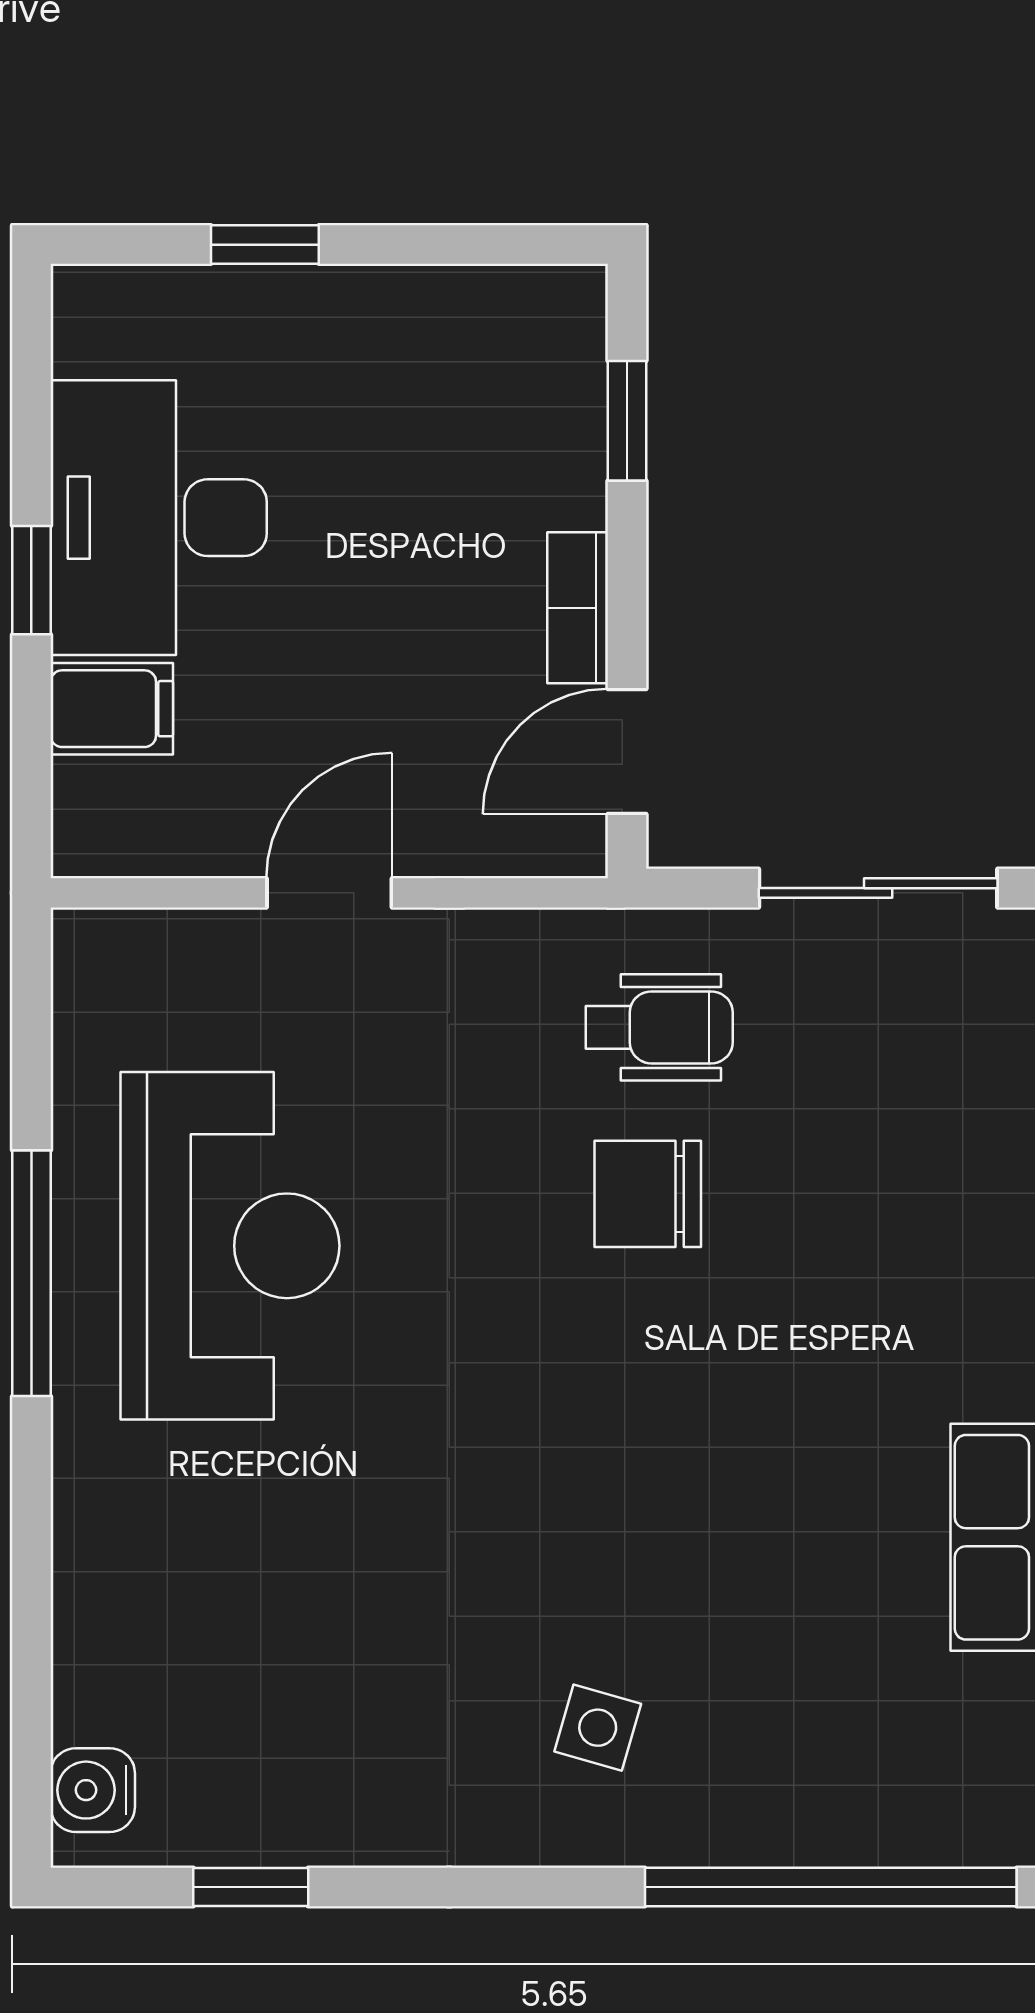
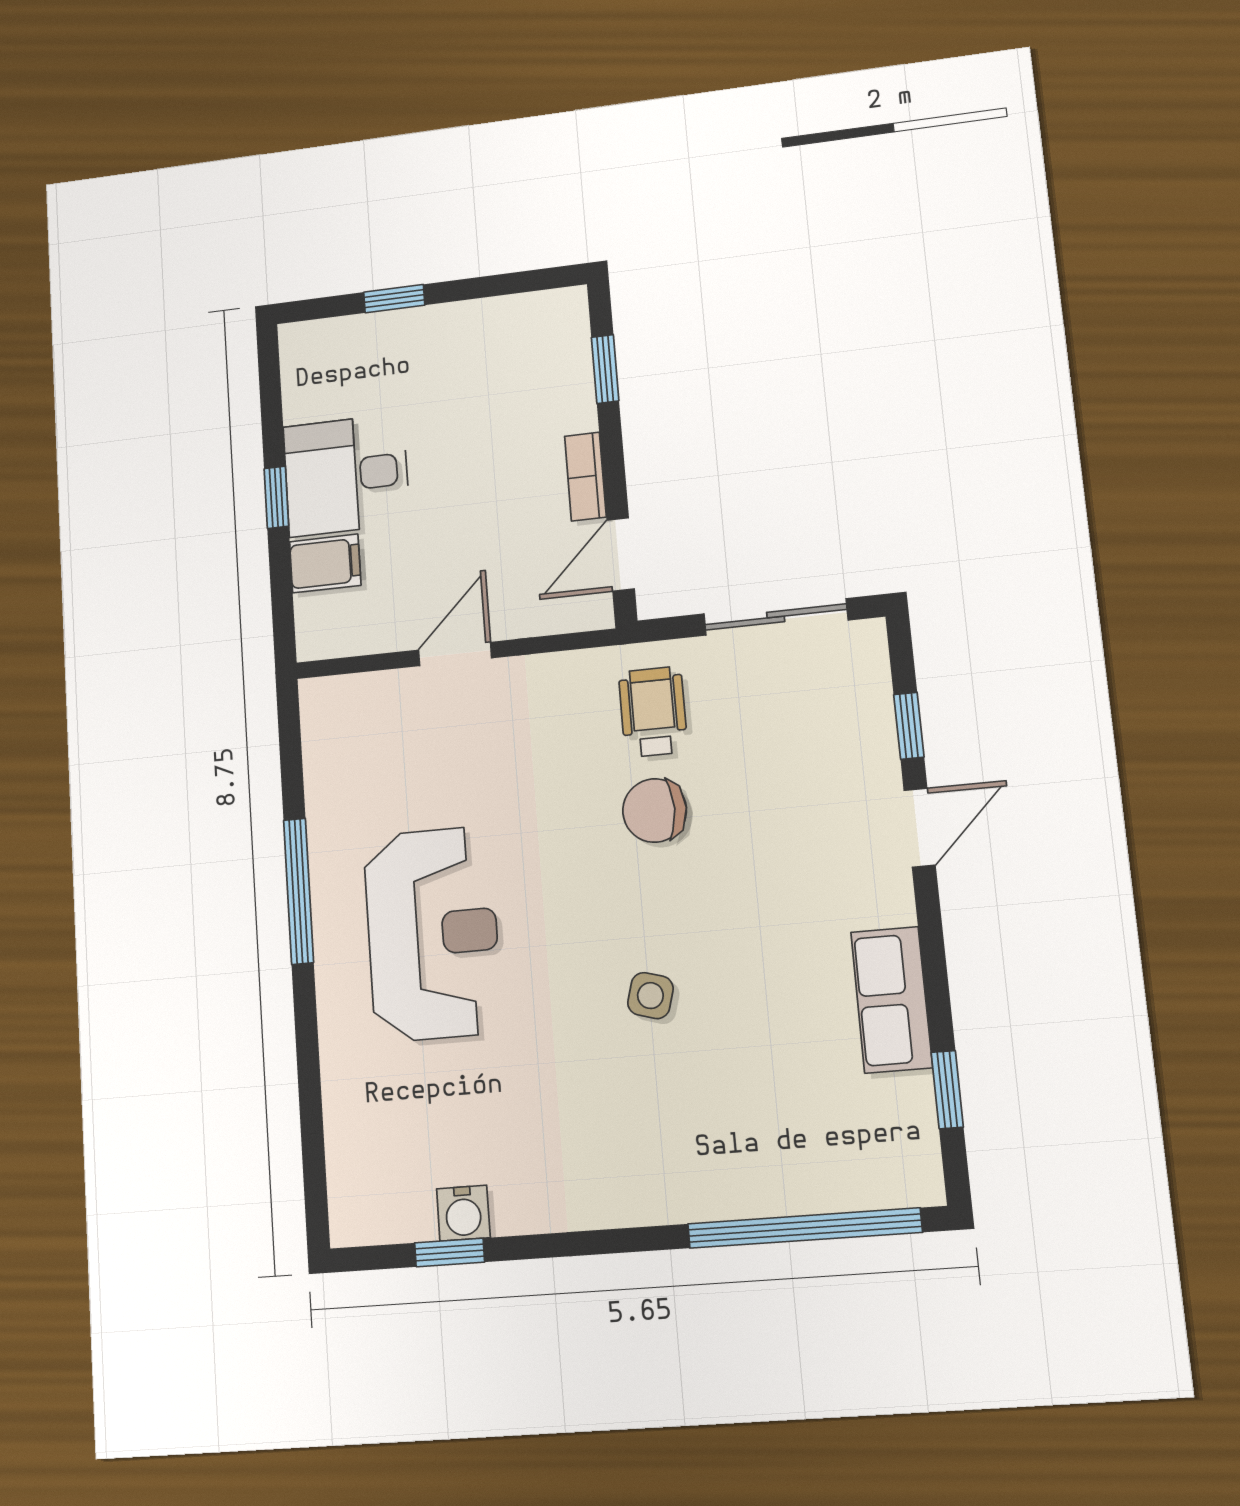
desk: (159, 518) -> (346, 475), width x0.73
wheelchair: (659, 1027) -> (653, 712), turned -90
reception desk: (230, 1246) -> (433, 934), moved
side table: (598, 1728) -> (650, 996), moved
water cooler: (93, 1790) -> (463, 1213), moved, turned -90

